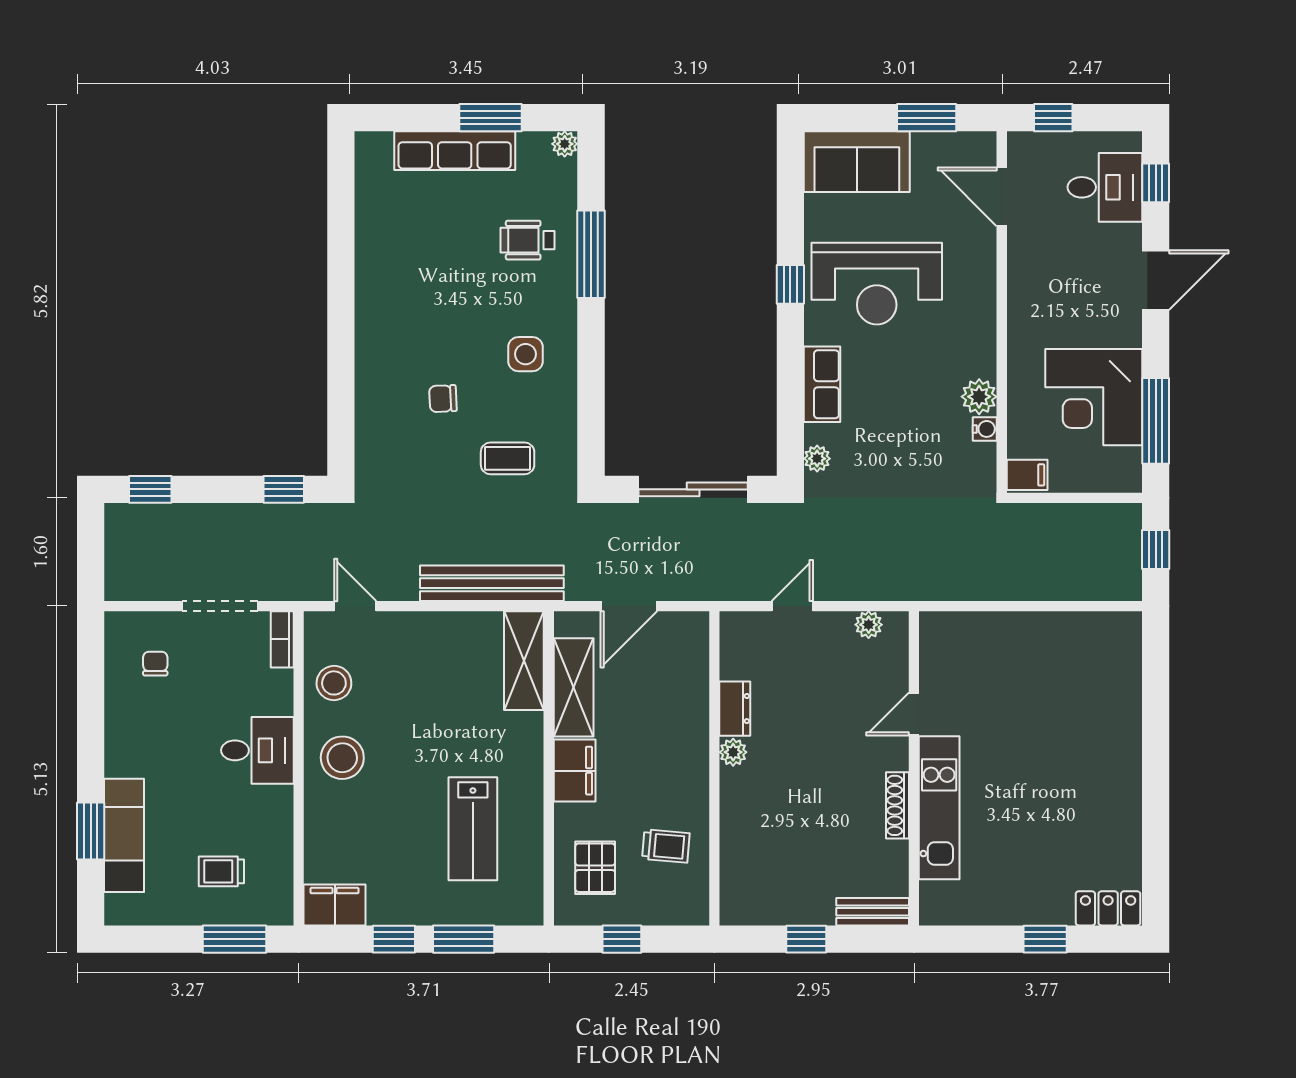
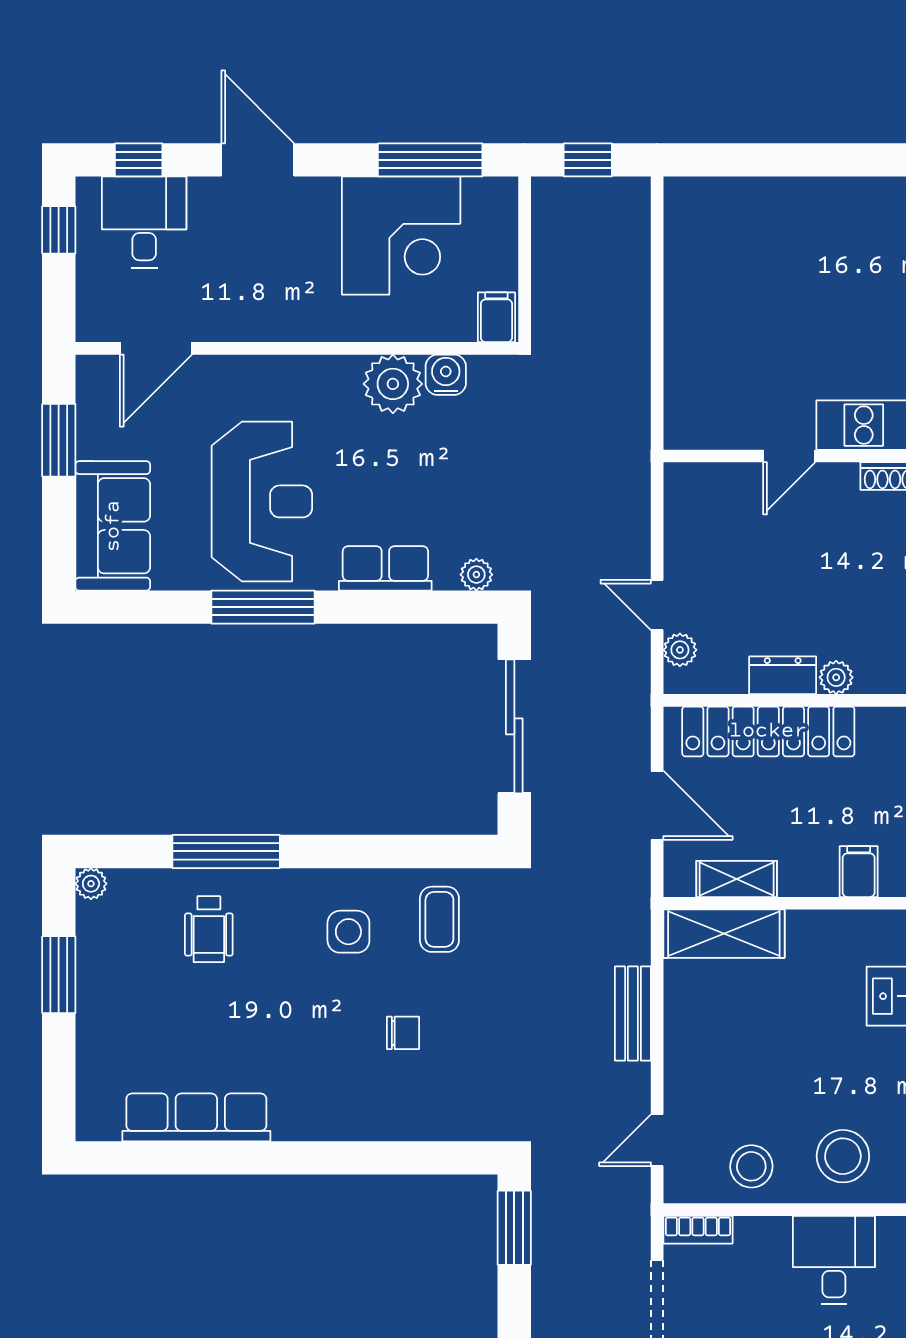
window: (1053, 118) -> (59, 230), moved
row of seats: (455, 151) -> (196, 1117), moved, turned -90
window: (790, 284) -> (263, 607), width x2.17
plant: (979, 397) -> (393, 384), width x1.36, depth x1.36
chair: (443, 399) -> (403, 1033), turned -87
water cooler: (985, 429) -> (446, 375), width x1.38, depth x1.38
coffee table: (508, 458) -> (439, 919), moved
window: (284, 489) -> (514, 1228), width x1.50
bench: (492, 583) -> (633, 1014), width x0.54, depth x0.82
plant: (869, 625) -> (680, 650), moved
shelving: (574, 687) -> (737, 879), width x0.67, depth x0.75
locker: (689, 697) -> (768, 731), added
door: (914, 714) -> (789, 456), hinge flipped
filing cabinet: (575, 771) -> (859, 872), width x0.50

